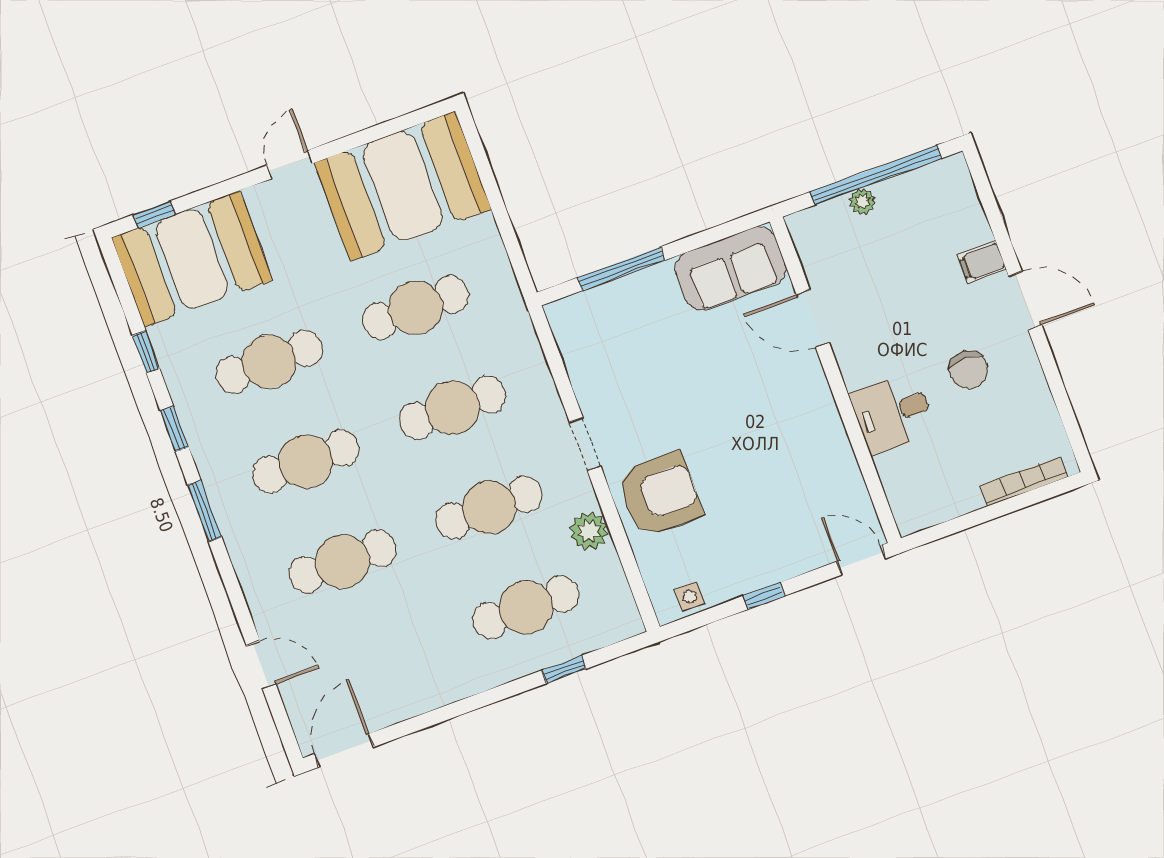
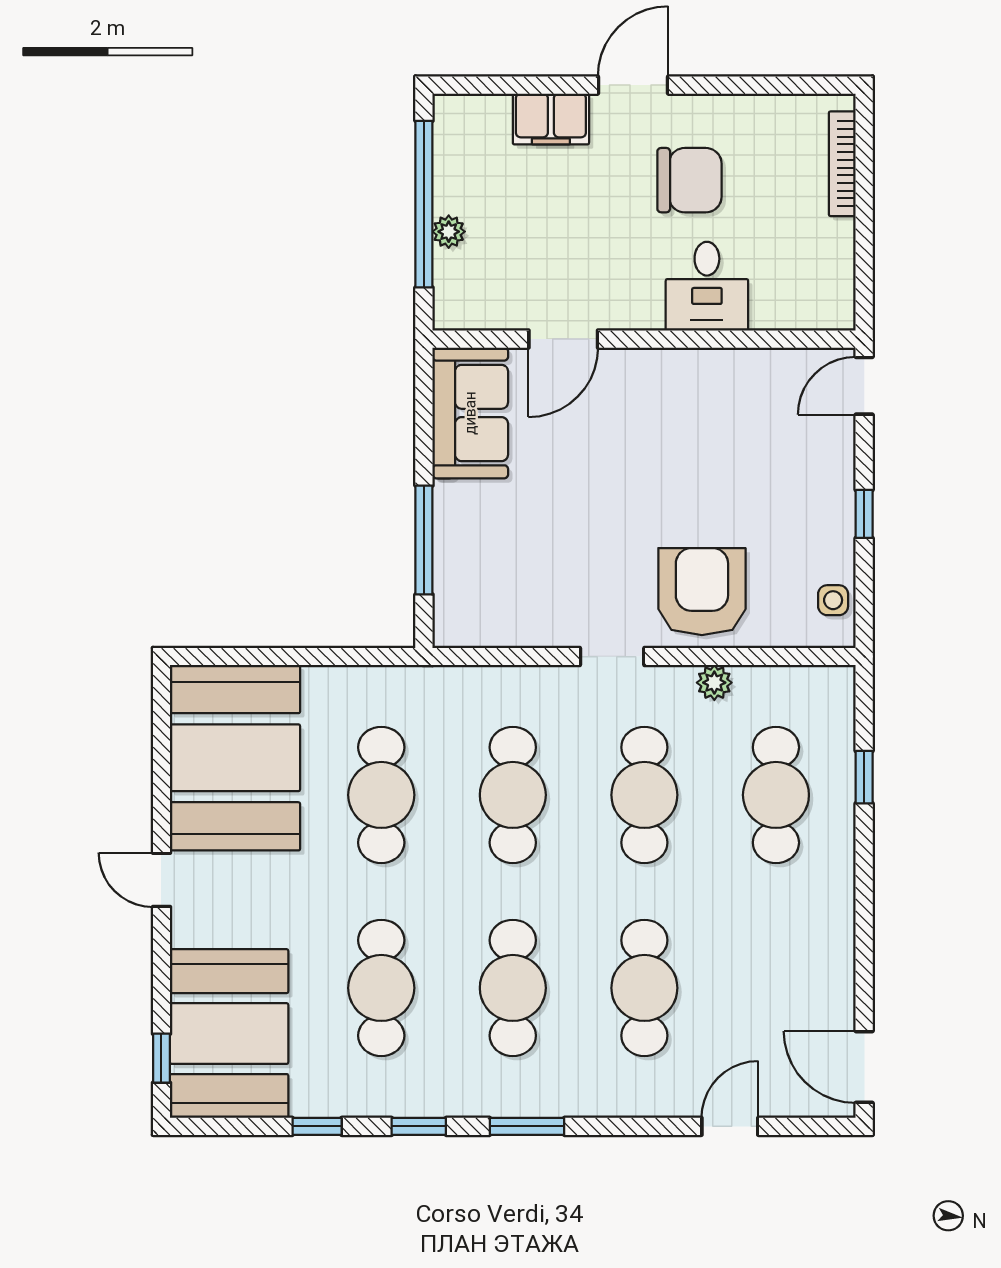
filing cabinet: (982, 262) -> (551, 119), width x2.00
chair: (969, 370) -> (689, 180), width x1.37, depth x1.37
plant: (589, 531) -> (714, 683), width x0.73, depth x0.73

